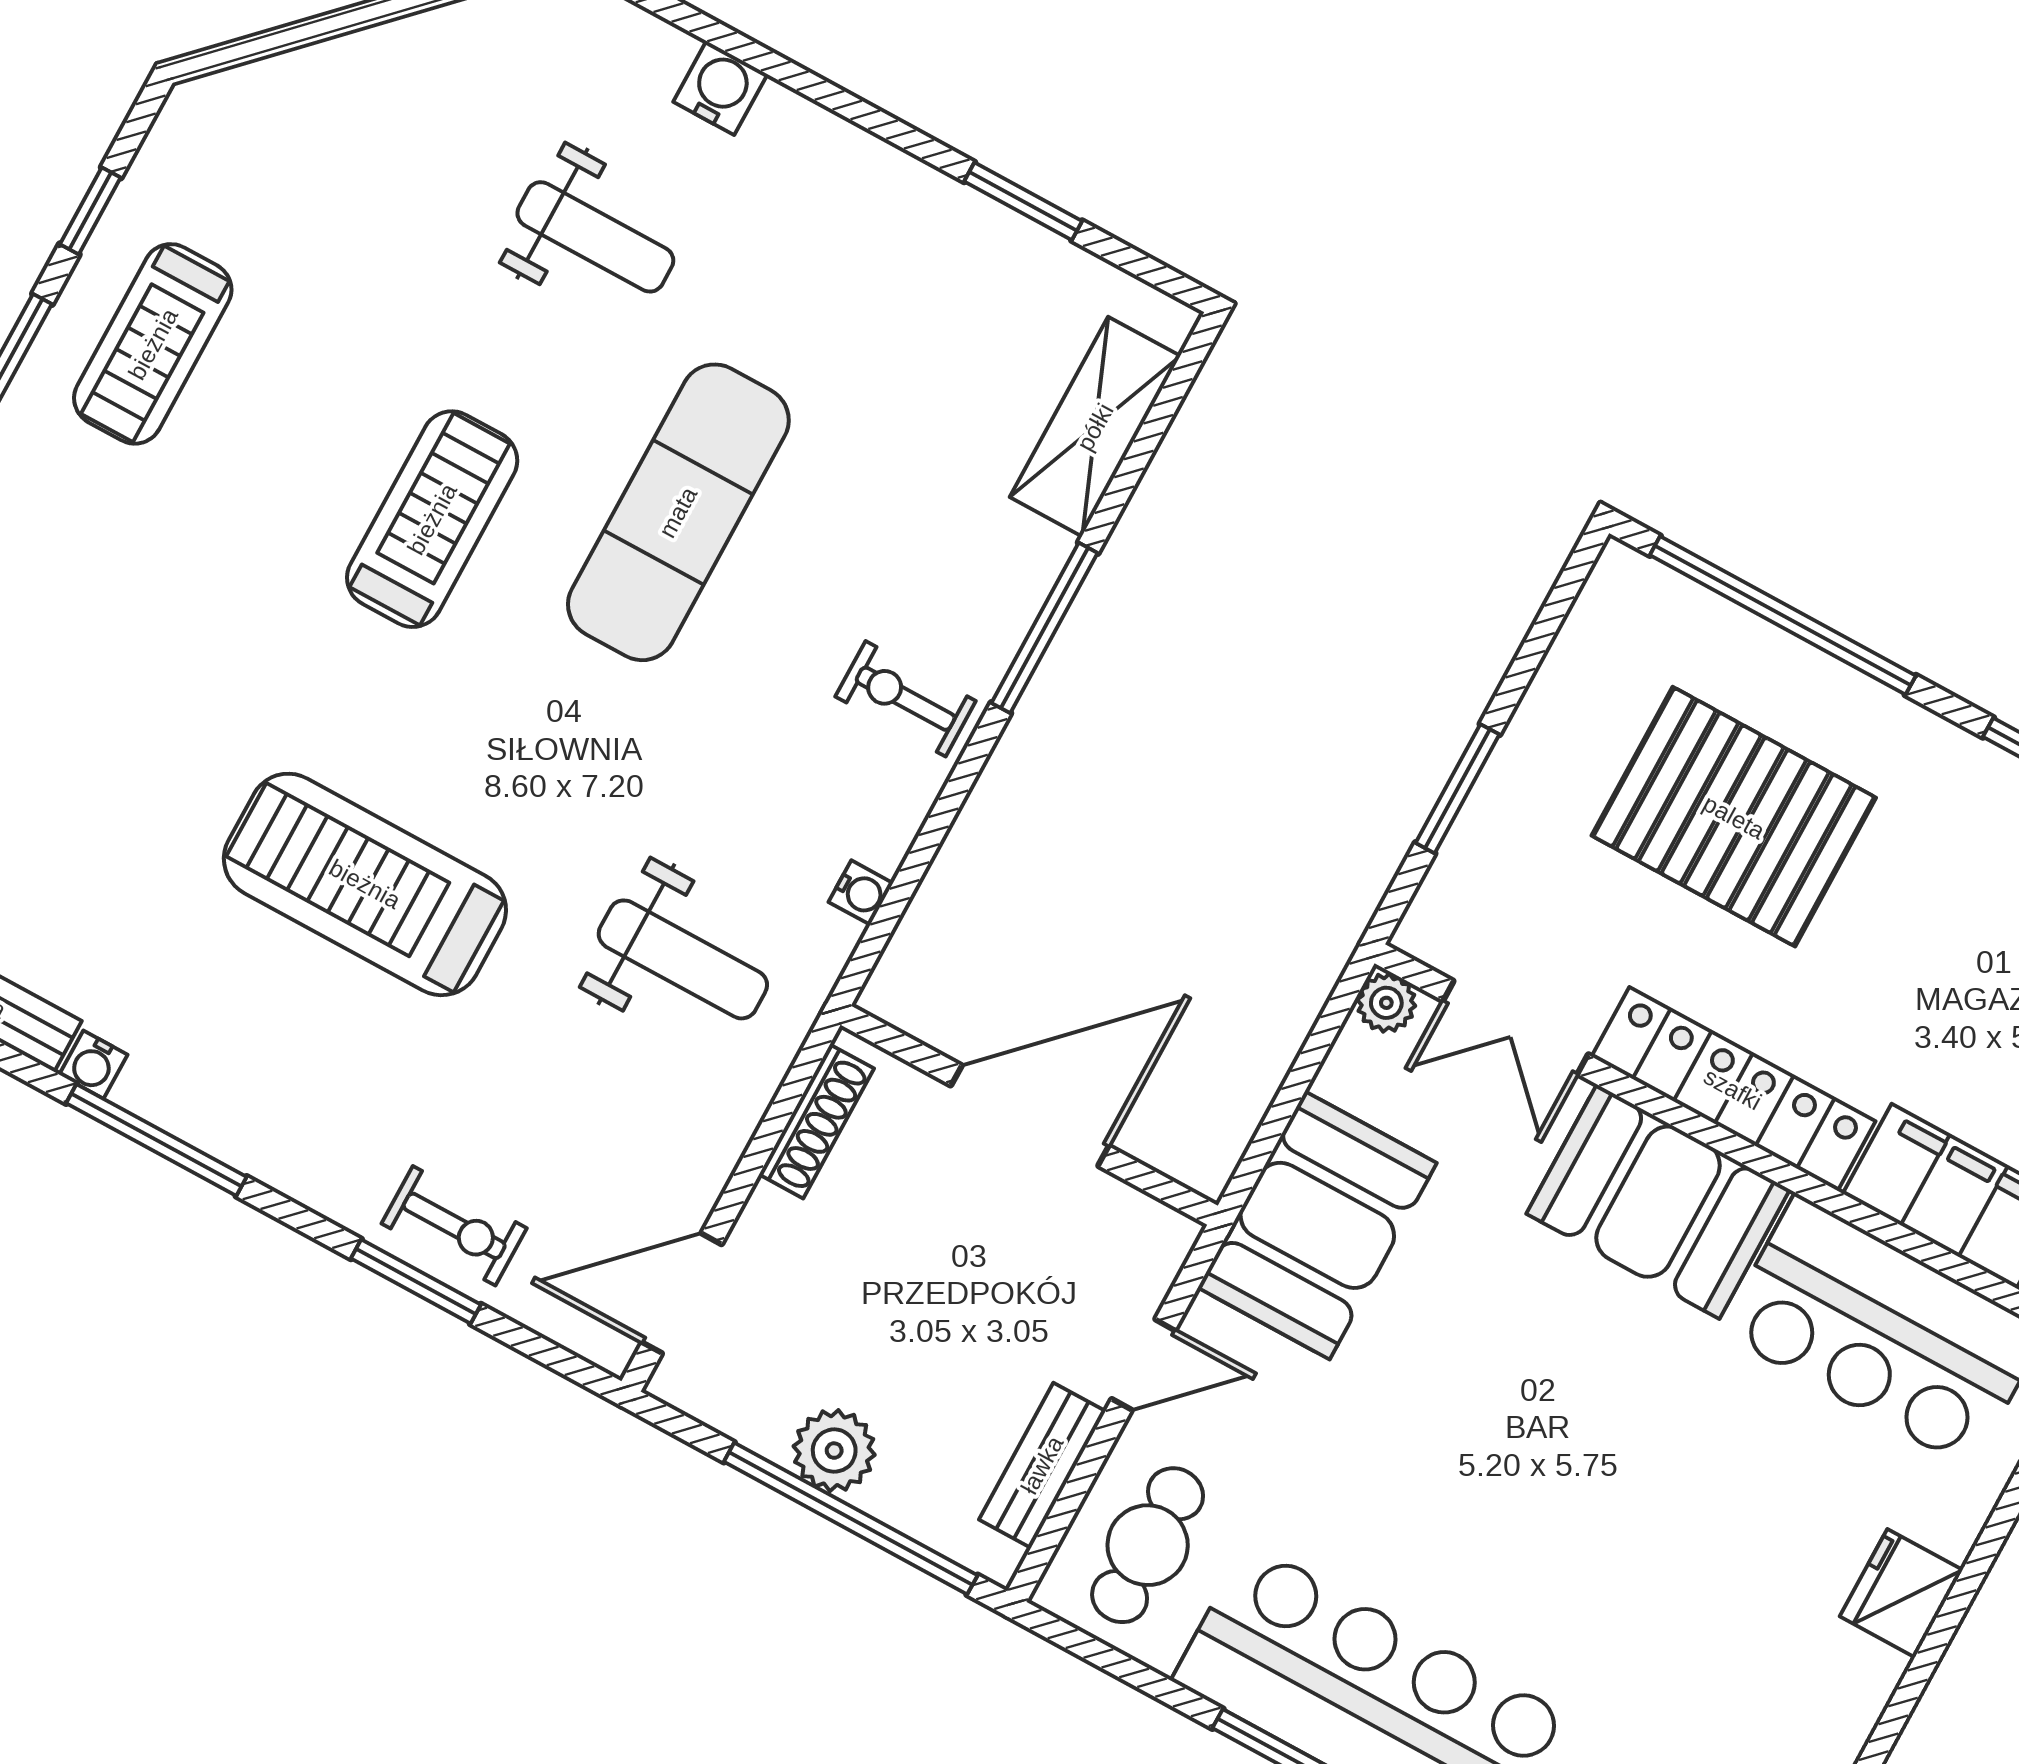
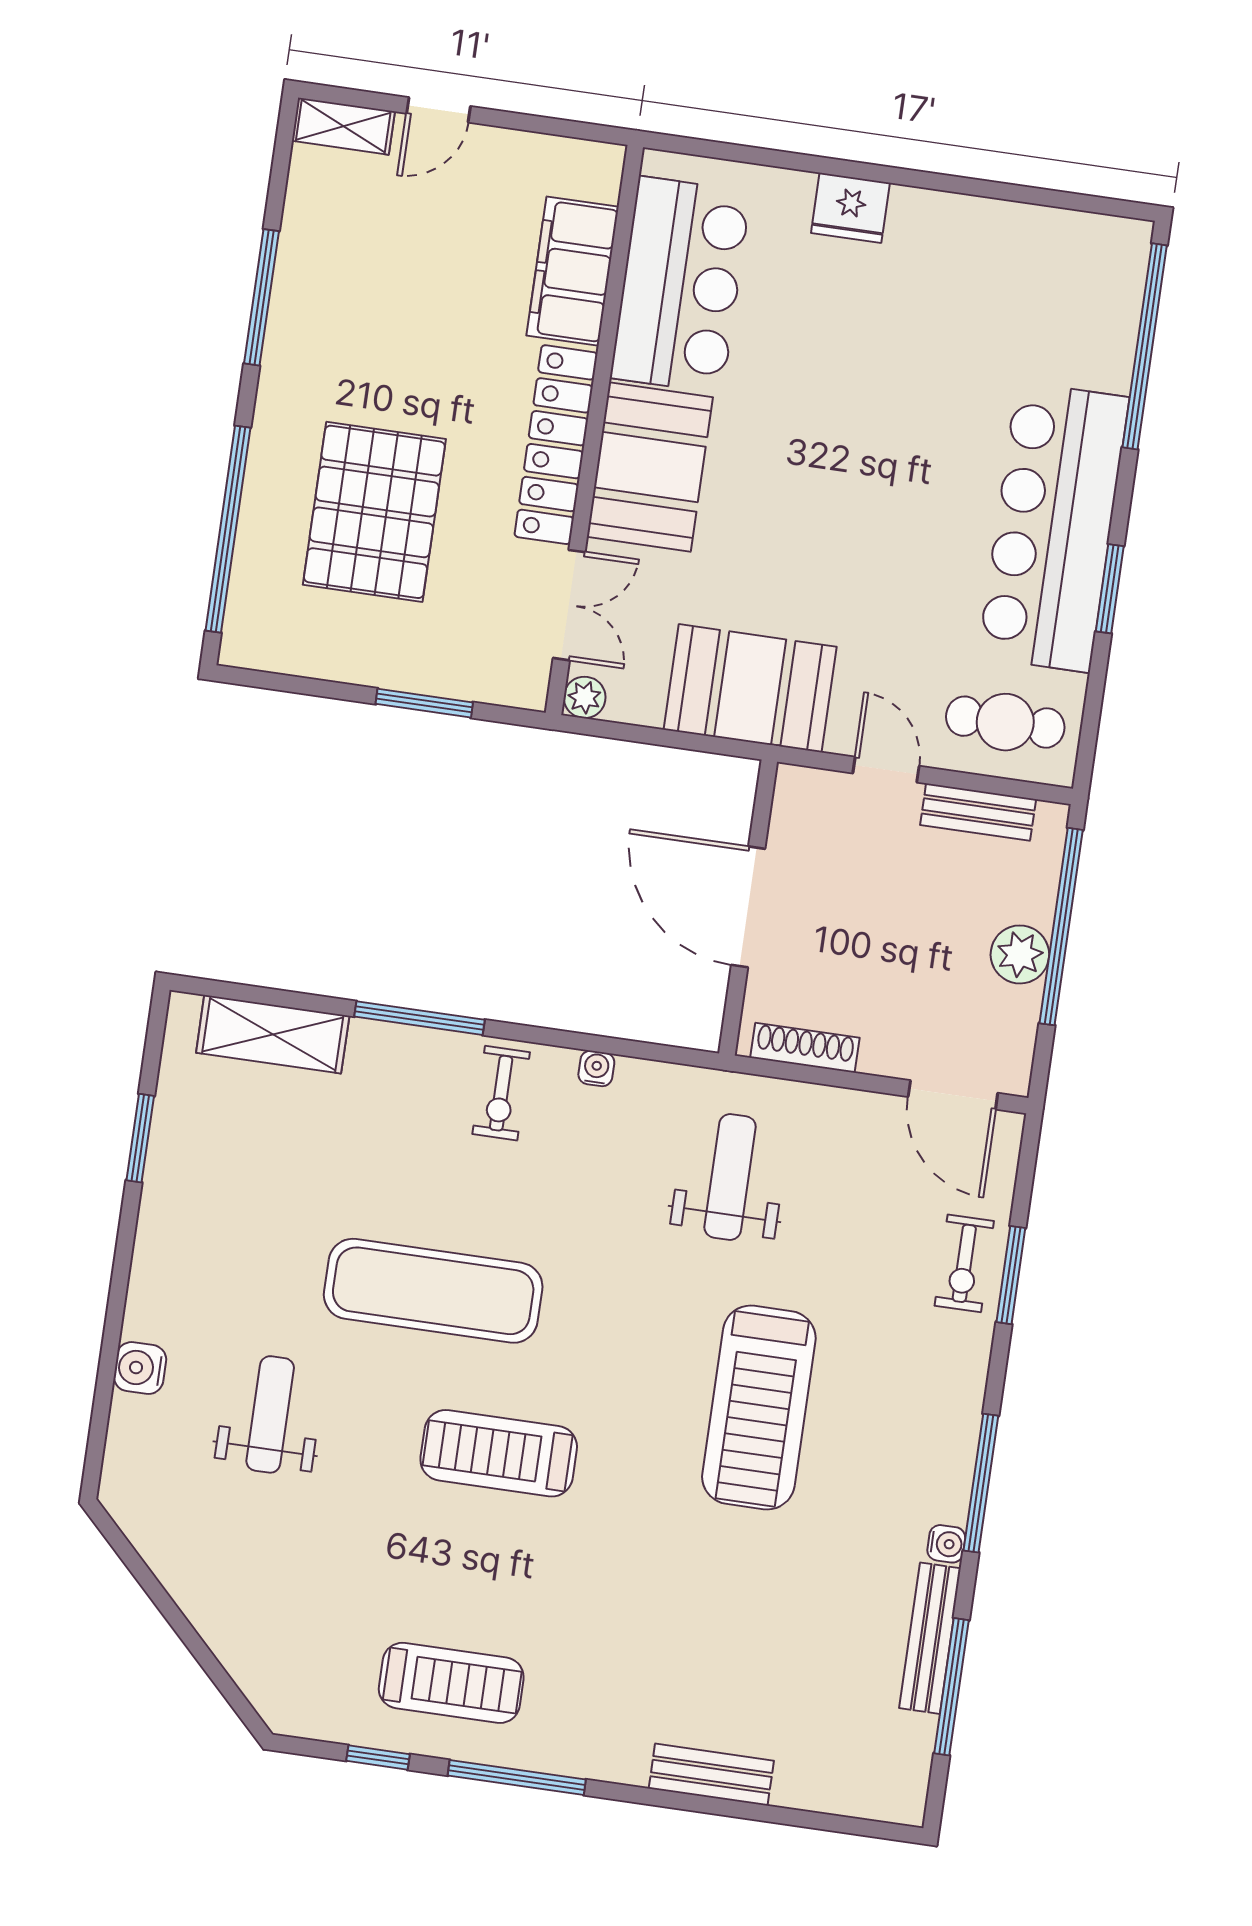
water cooler: (861, 893) -> (596, 1068), moved
exercise bike: (454, 1226) -> (964, 1263), turned 180

